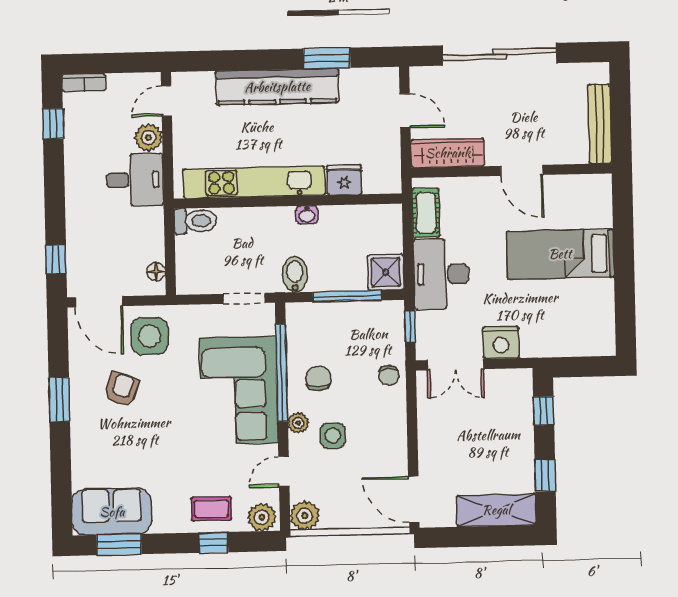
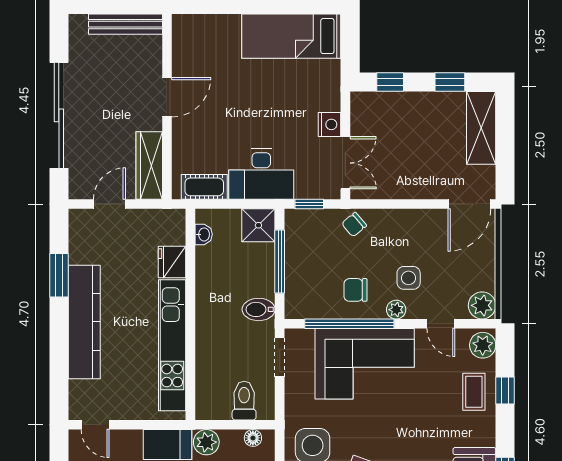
plant: (148, 138) -> (206, 442), moved
washbasin: (307, 215) -> (204, 234), moved
toilet: (195, 221) -> (244, 401), moved
bed: (560, 254) -> (291, 36), moved, turned 90
nightstand: (501, 342) -> (330, 124), width x0.74, depth x0.75
chair: (389, 375) -> (354, 225), turned 140

